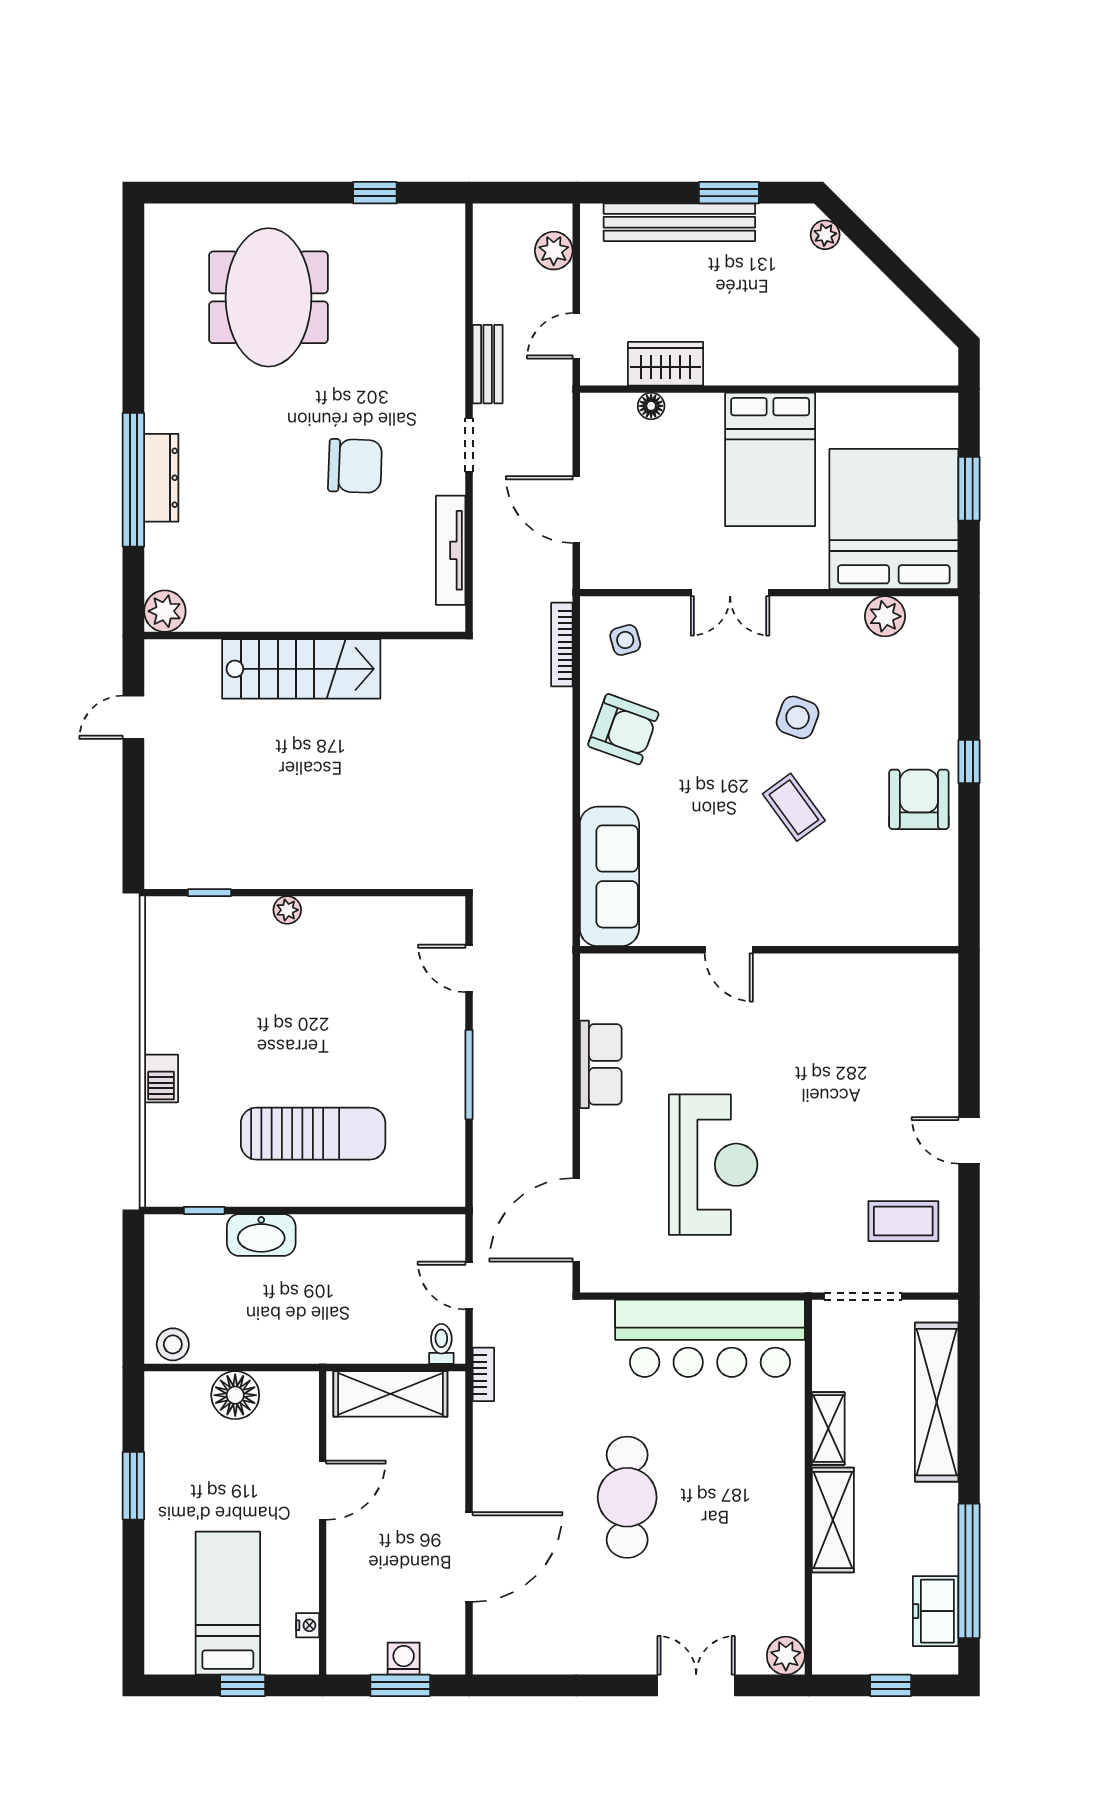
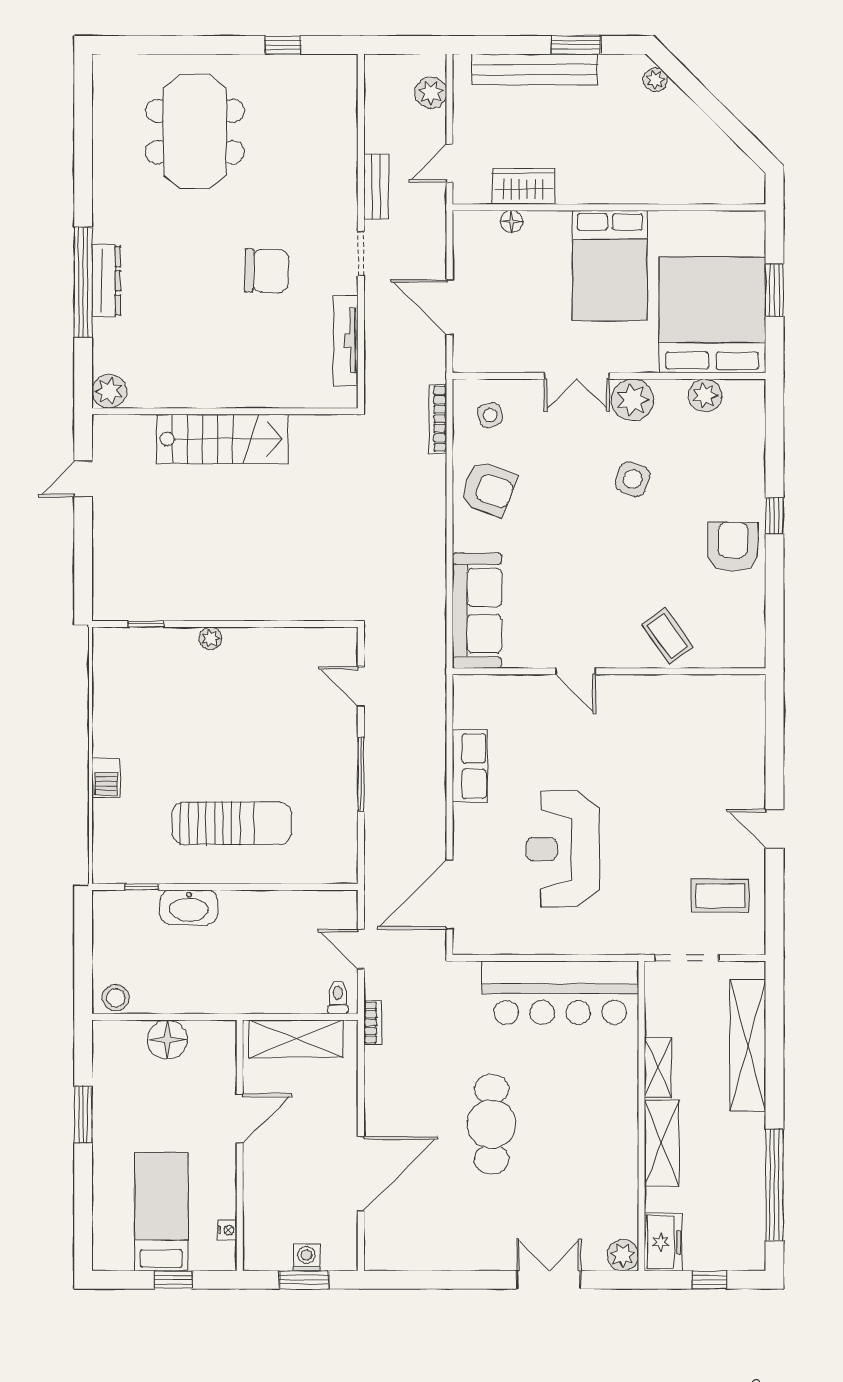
plant: (798, 622) -> (633, 400), added
coffee table: (794, 807) -> (667, 636), moved
reception desk: (713, 1165) -> (563, 849), turned 180
freezer: (936, 1611) -> (663, 1242), moved, turned 180

